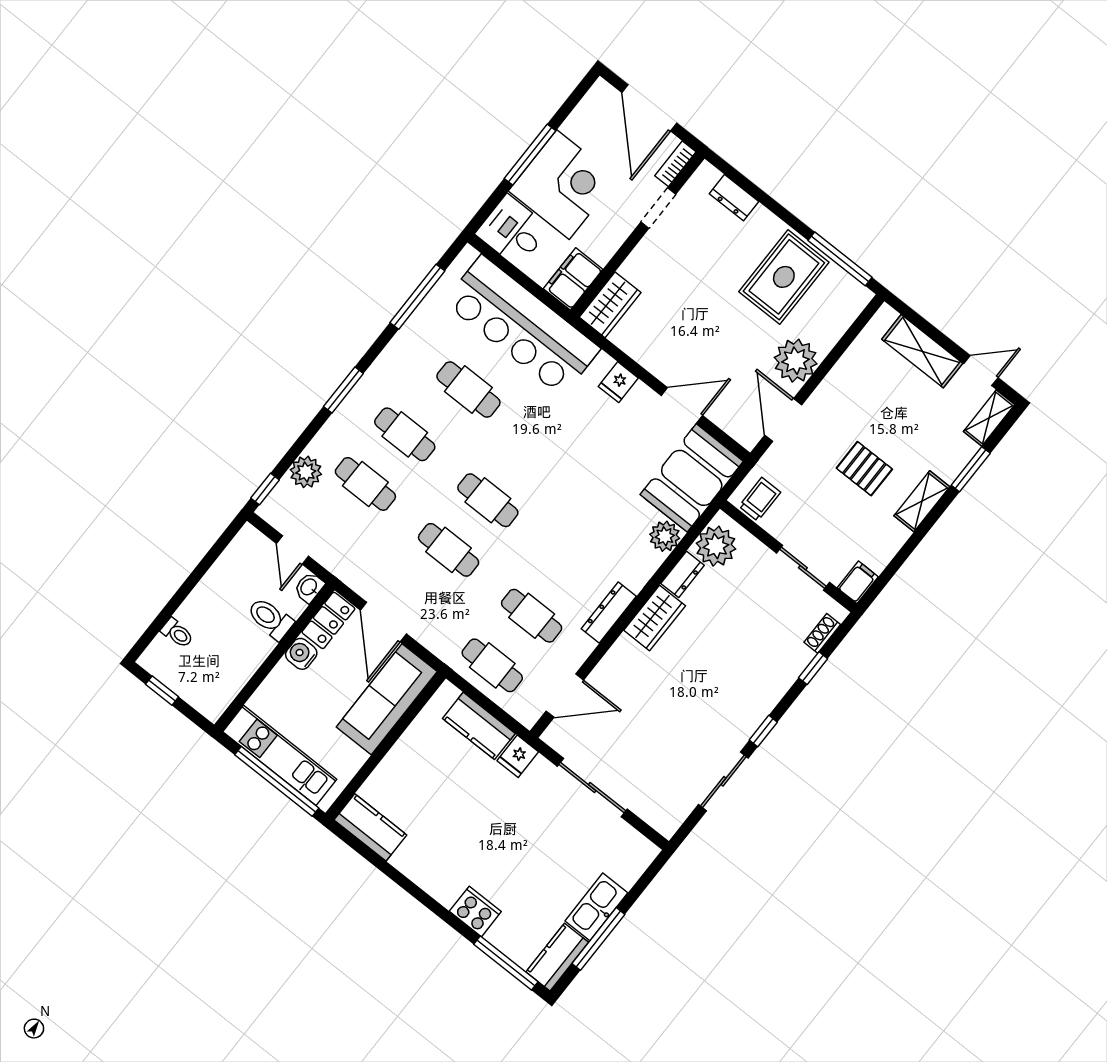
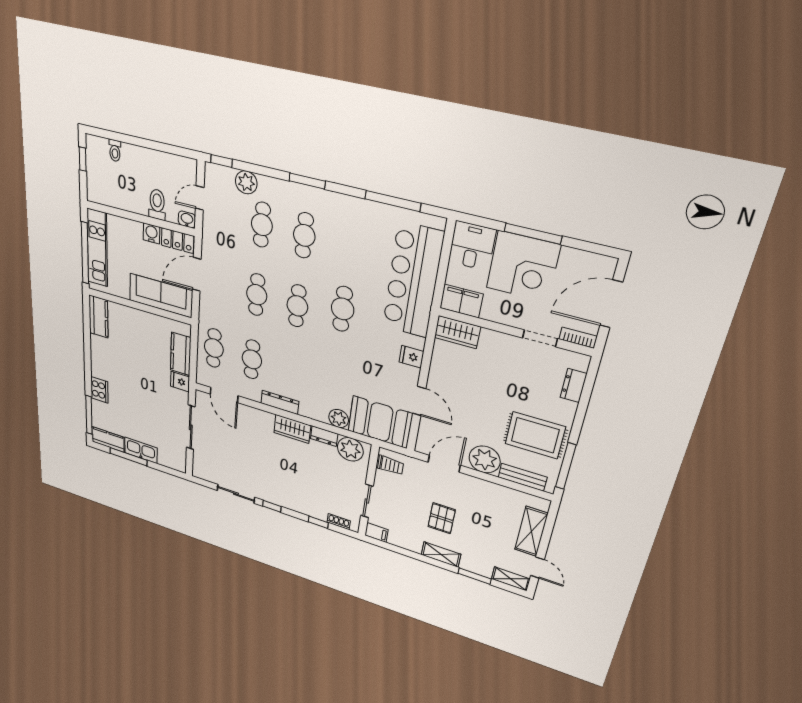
bench: (838, 323) -> (523, 477), added
cafe table: (468, 390) -> (343, 309), moved

